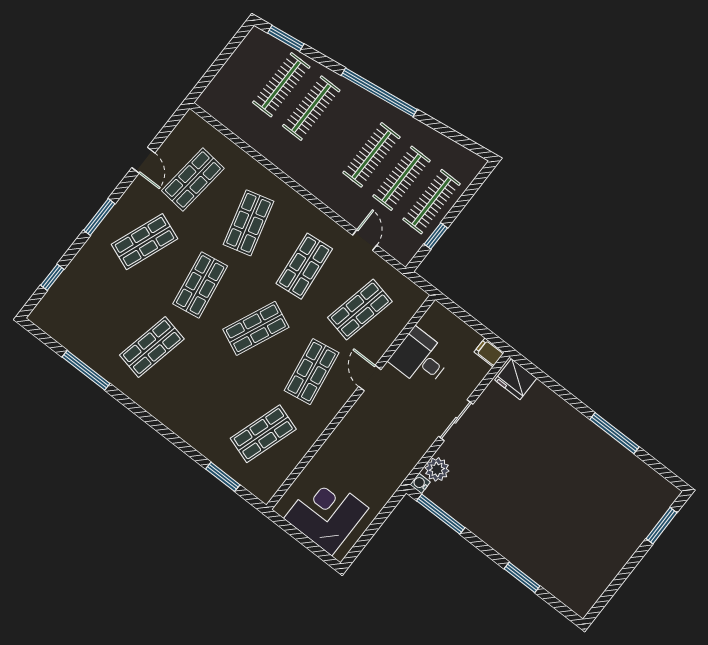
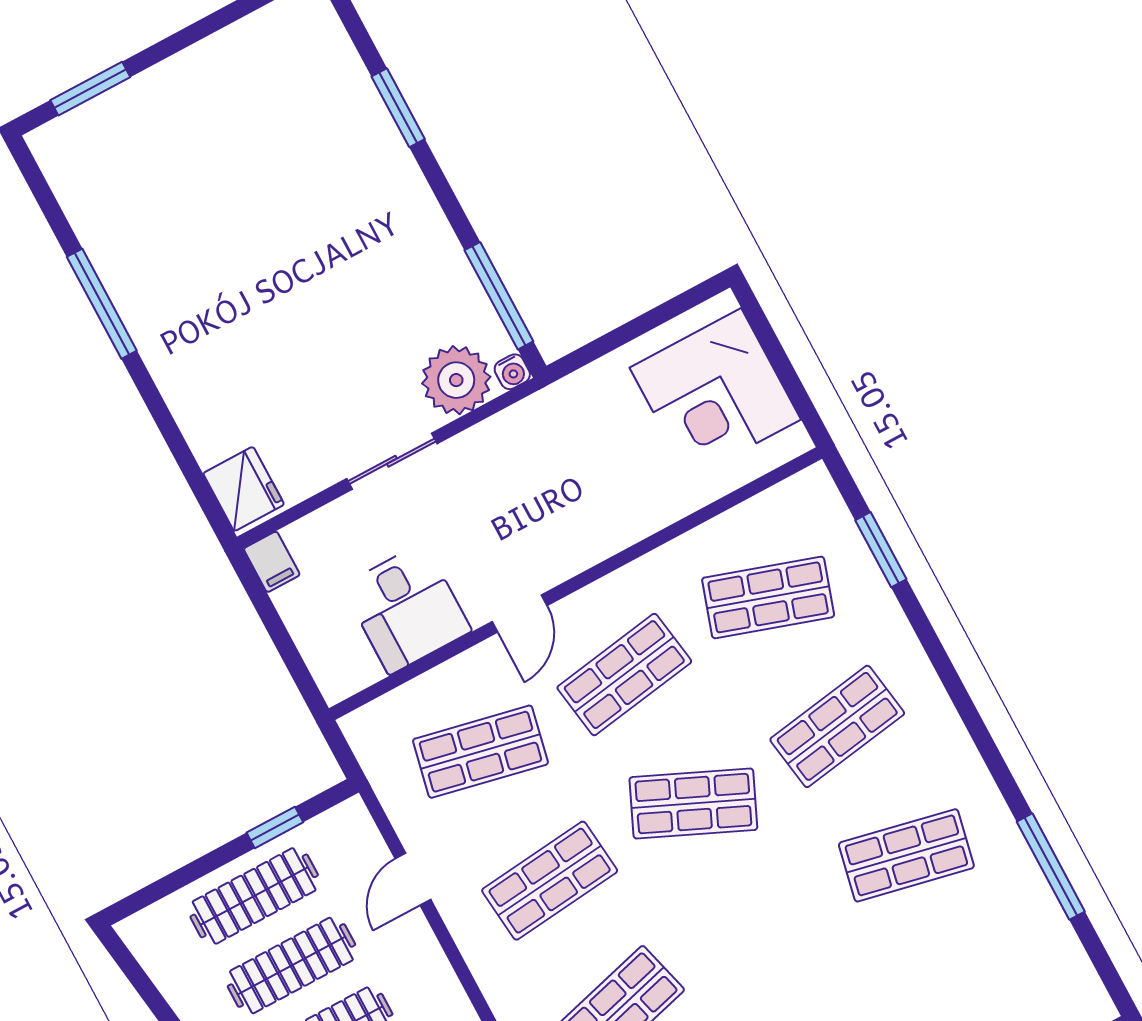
shop shelf: (200, 285) -> (837, 726), moved
plant: (437, 469) -> (456, 380), width x1.36, depth x1.36

